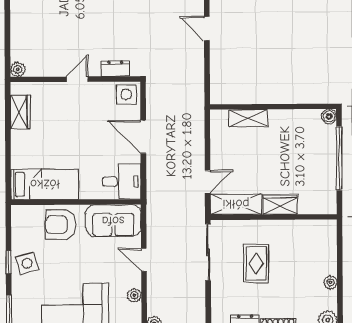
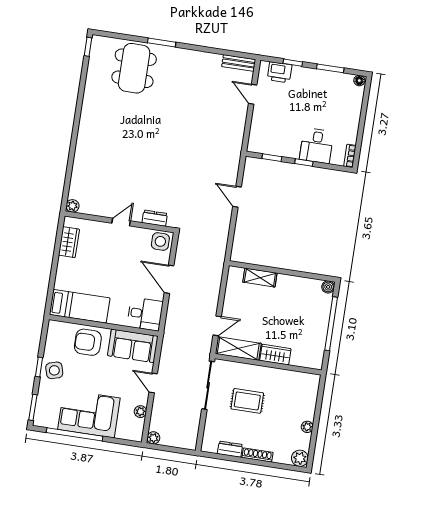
rug: (256, 263) -> (247, 401), turned 90

